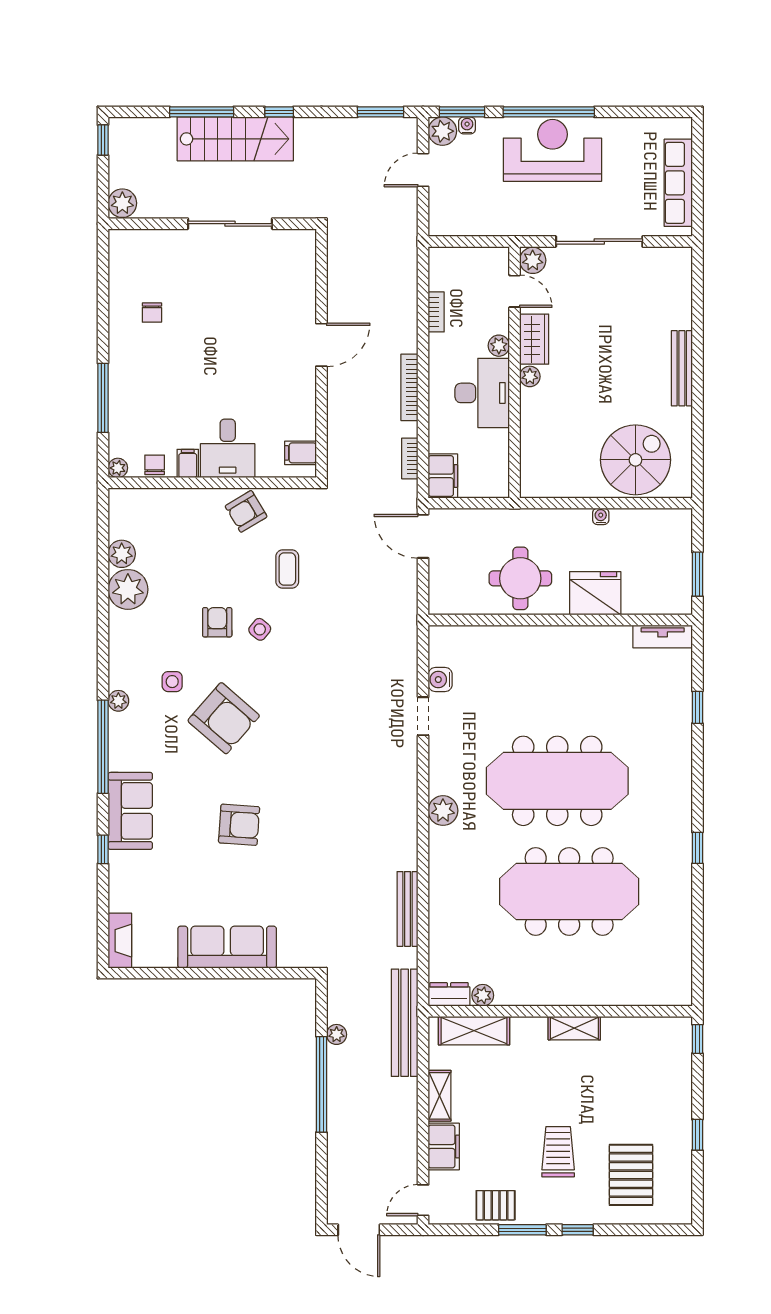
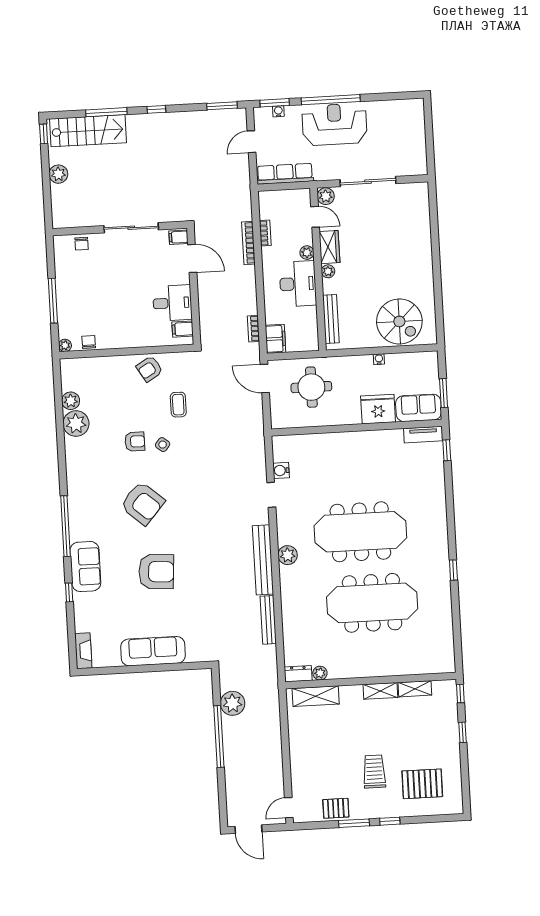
plant: (442, 131) -> (263, 116), removed
stairs: (235, 139) -> (88, 131), moved
row of seats: (678, 183) -> (285, 174), moved, turned 90
wall: (212, 224) -> (120, 228), moved
sliding door: (230, 224) -> (131, 228), moved
door: (321, 345) -> (192, 258), hinge flipped
bench: (682, 368) -> (331, 319), moved
bookcase: (409, 387) -> (248, 243), moved
desk: (228, 448) -> (172, 303), moved, turned -90
spiral stairs: (635, 460) -> (399, 321), turned 90
filing cabinet: (188, 464) -> (178, 237), moved, turned -90
round table: (520, 578) -> (311, 387), moved
sofa: (658, 595) -> (419, 408), added
armchair: (217, 622) -> (135, 442), turned 90
side table: (172, 682) -> (108, 481), removed
plant: (118, 701) -> (74, 496), removed
window: (697, 707) -> (447, 450), moved
armchair: (239, 825) -> (156, 572), width x1.36, depth x1.36
bench: (405, 1023) -> (263, 560), moved
plant: (337, 1034) -> (233, 703), width x1.87, depth x1.87
shelving: (440, 1096) -> (415, 689), moved, turned 90
window: (697, 1135) -> (463, 732), moved
filing cabinet: (444, 1146) -> (300, 772), removed
pallet: (631, 1175) -> (422, 784), turned 90

